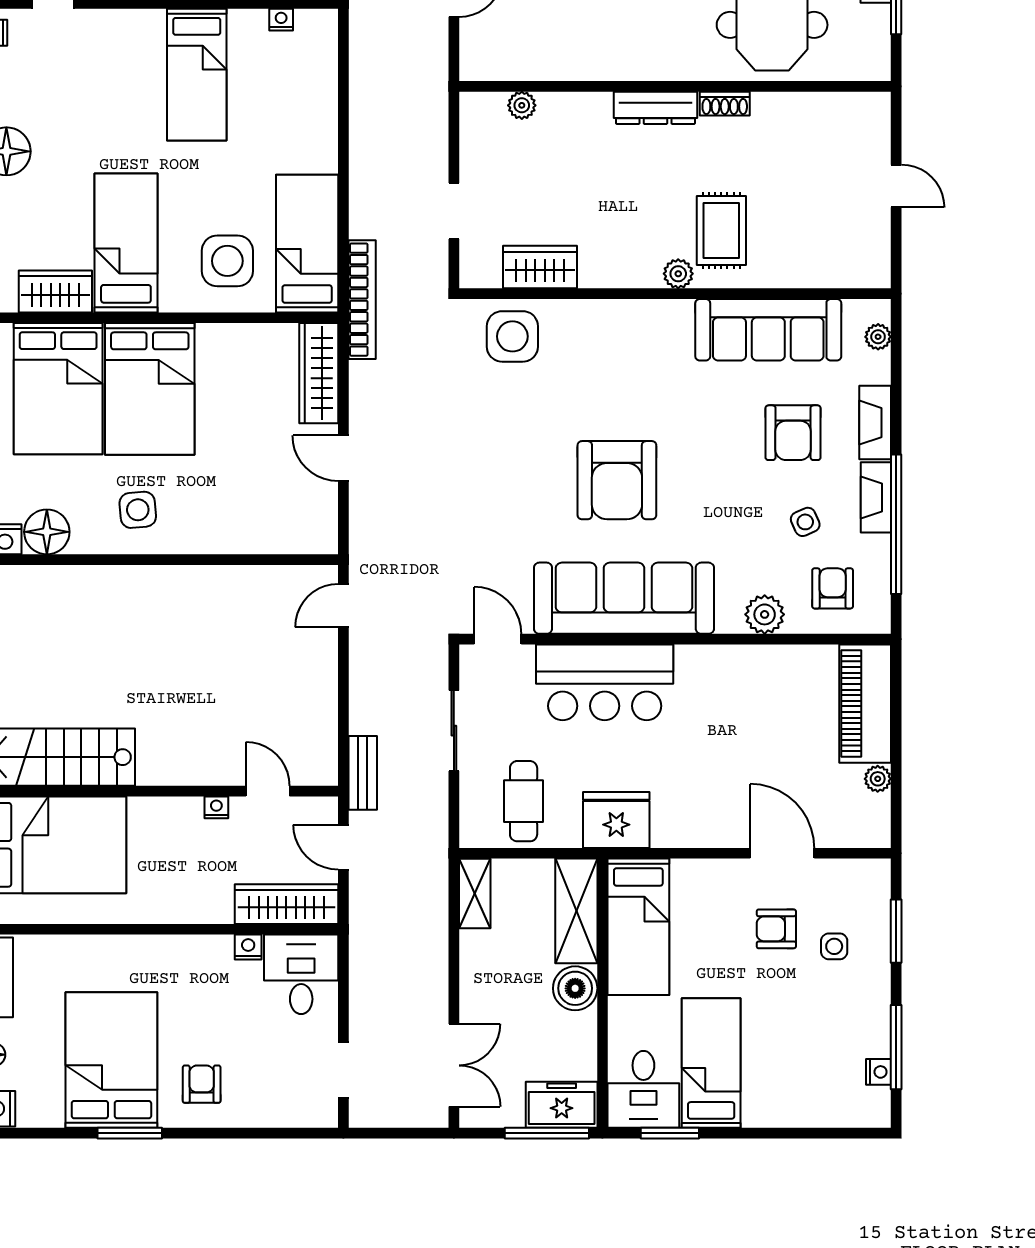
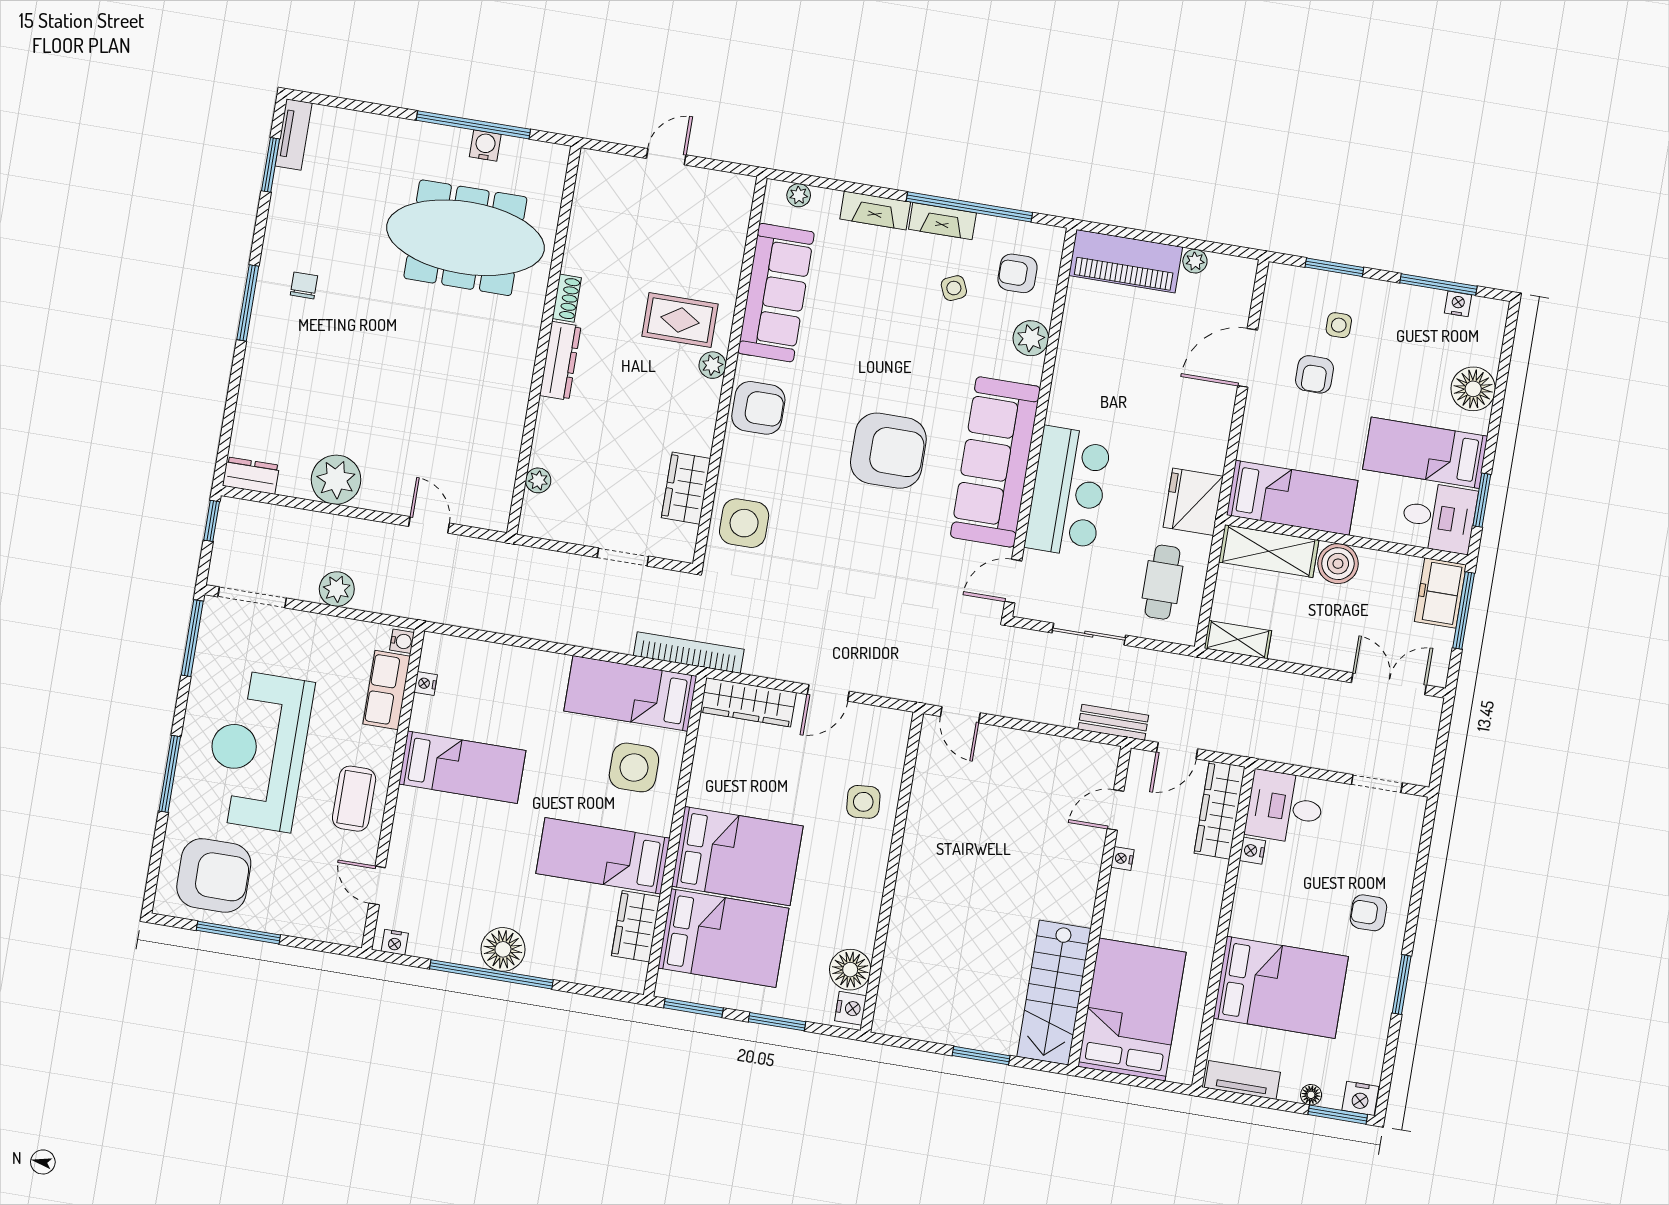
armchair: (793, 433) -> (758, 408), moved
side table: (138, 510) -> (863, 802), moved
cafe table: (524, 801) -> (1162, 582), turned 90
bed: (111, 1060) -> (1281, 987), moved, turned 180
floor lamp: (789, 1104) -> (1473, 389), added

